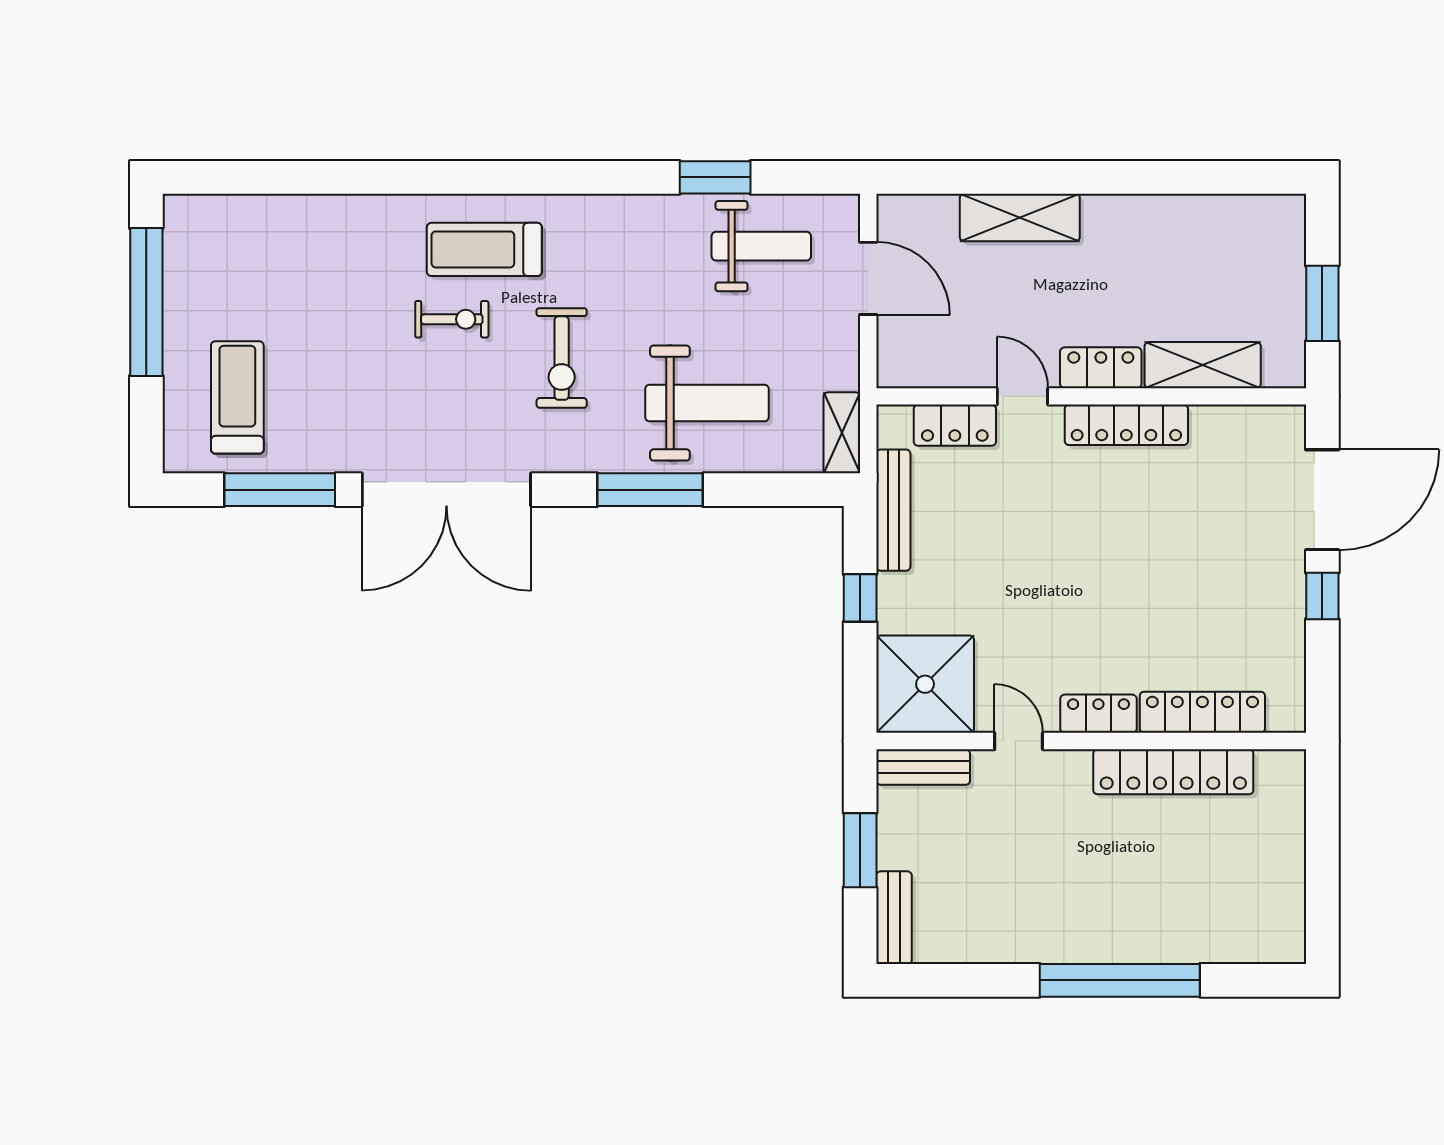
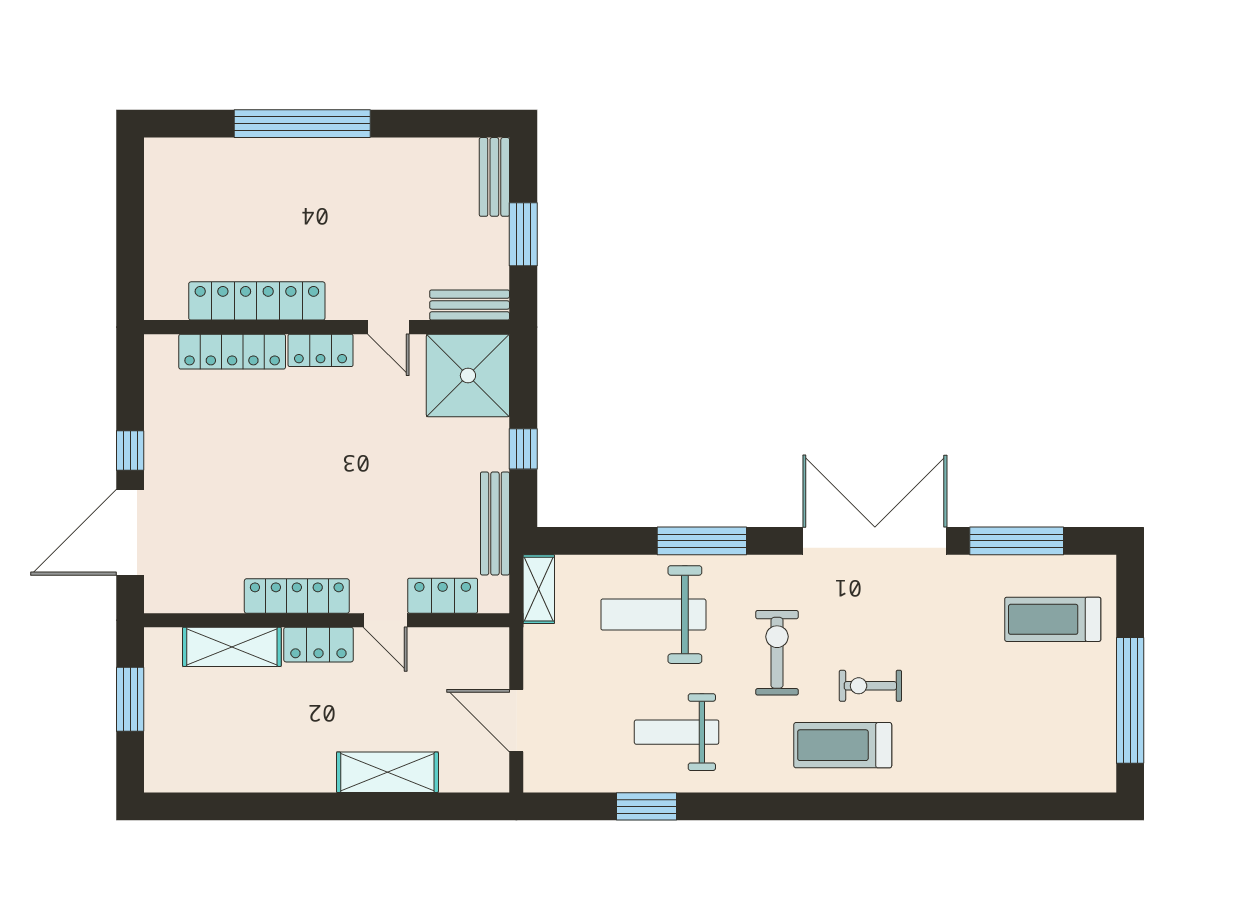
weight bench: (761, 246) -> (677, 732), moved
treadmill: (484, 249) -> (843, 745), turned 180
treadmill: (237, 397) -> (1053, 619), turned 90

